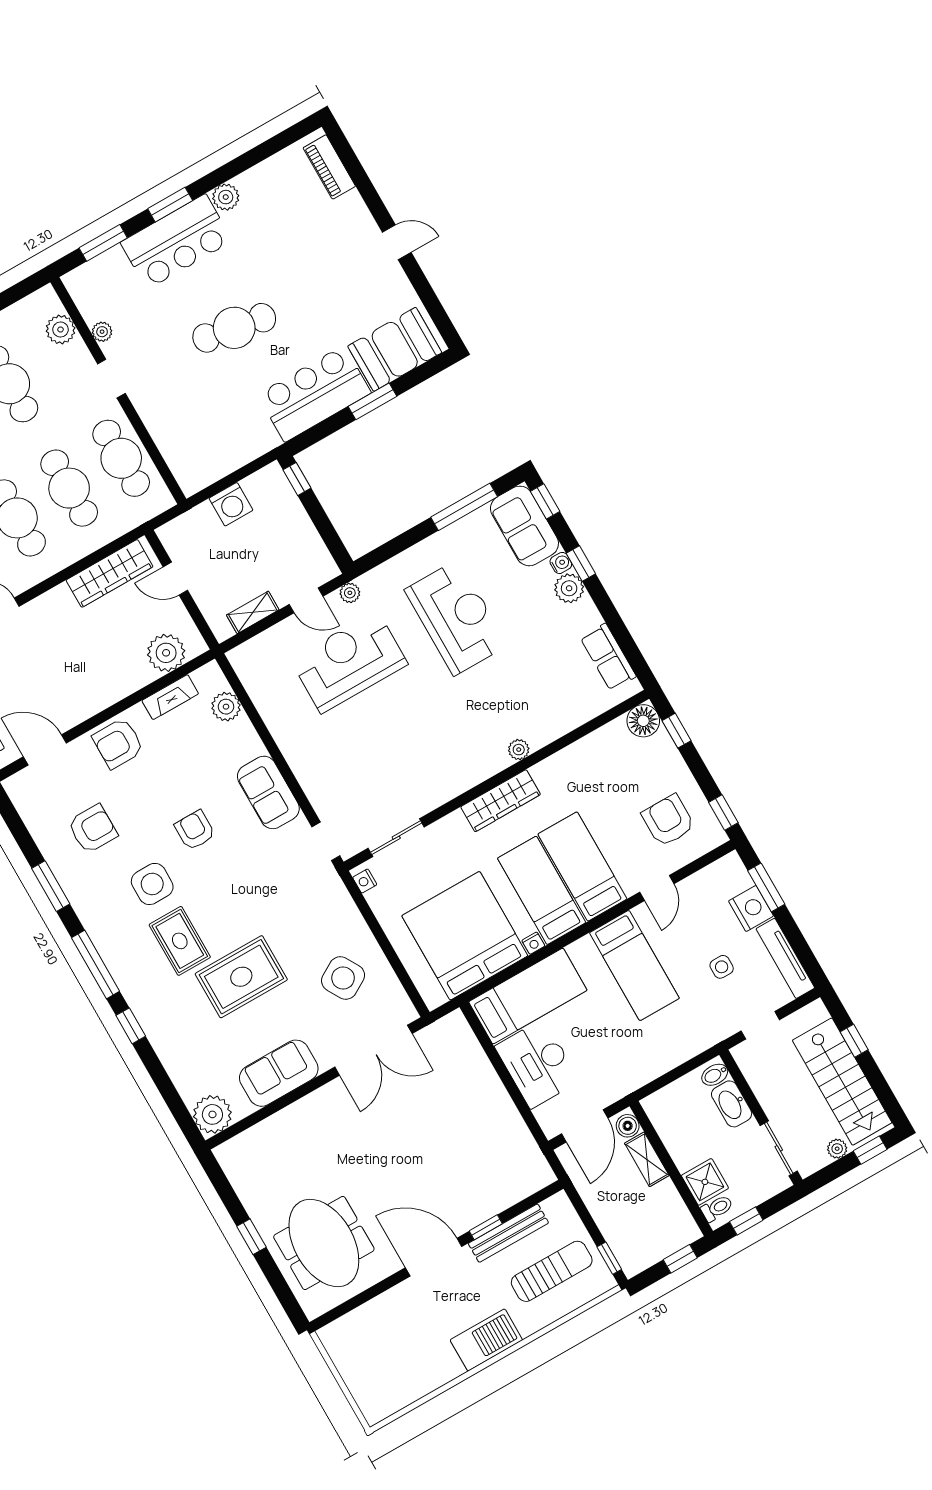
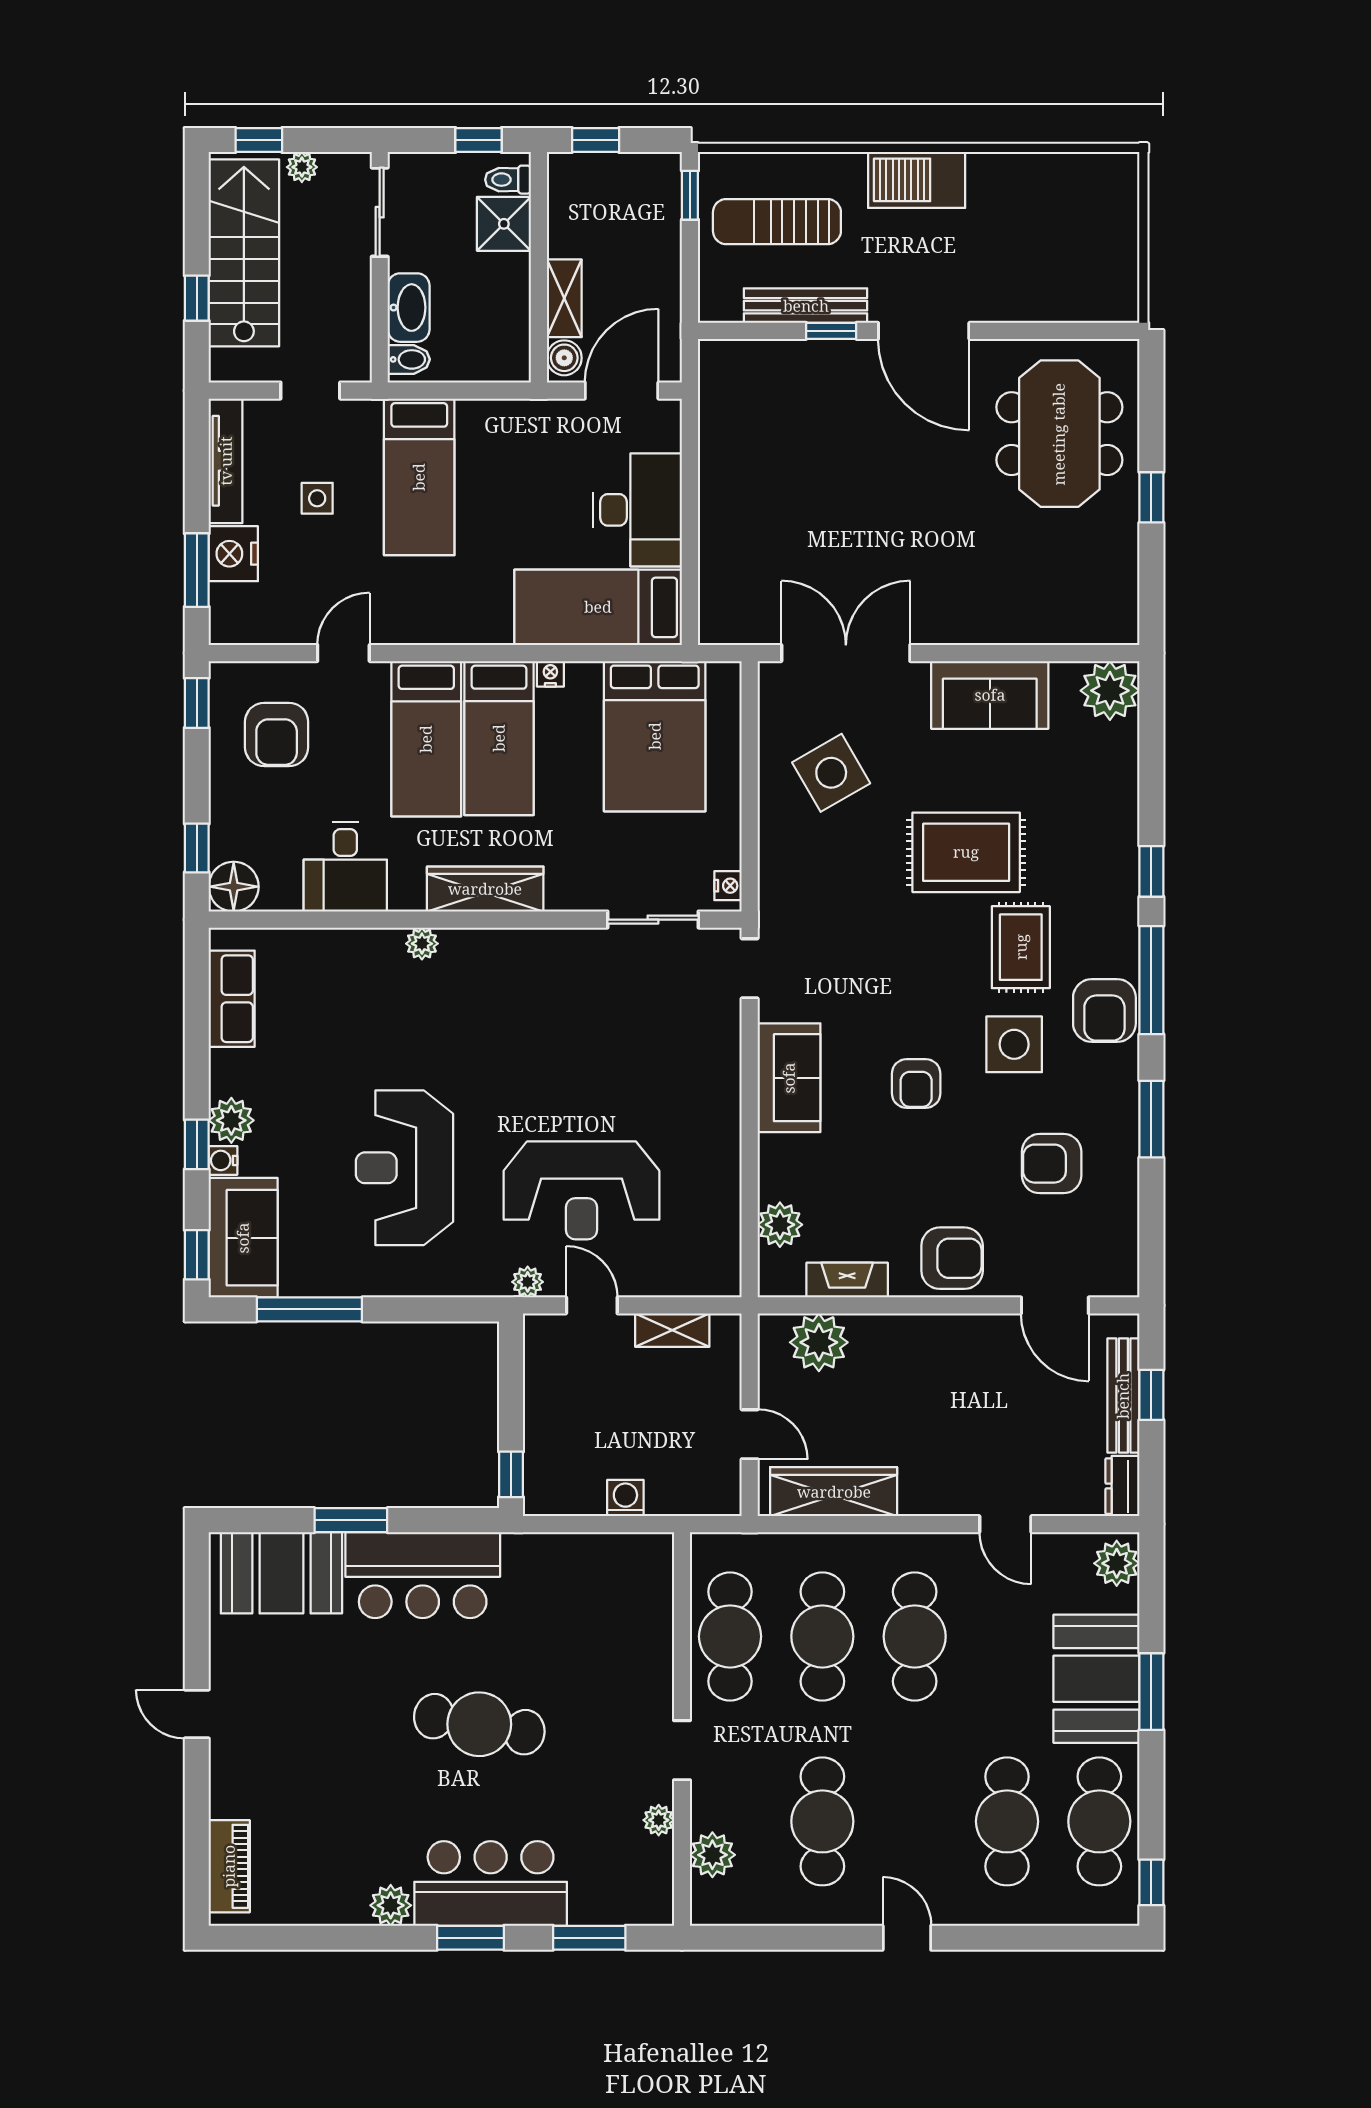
washing machine: (231, 504) -> (625, 1498), width x0.73, depth x0.73
desk: (587, 768) -> (345, 867), added
armchair: (112, 932) -> (1104, 1011), added
bed: (465, 936) -> (655, 736), width x0.73
bed: (634, 965) -> (419, 477), moved, turned 180

